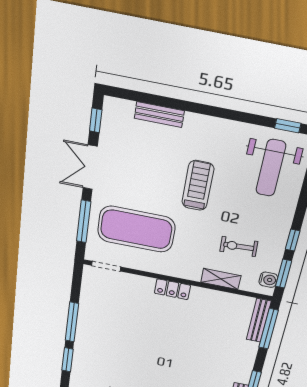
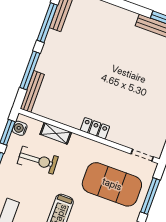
exercise bike: (239, 246) -> (38, 160), width x1.38, depth x1.39
window: (269, 329) -> (30, 70), moved

